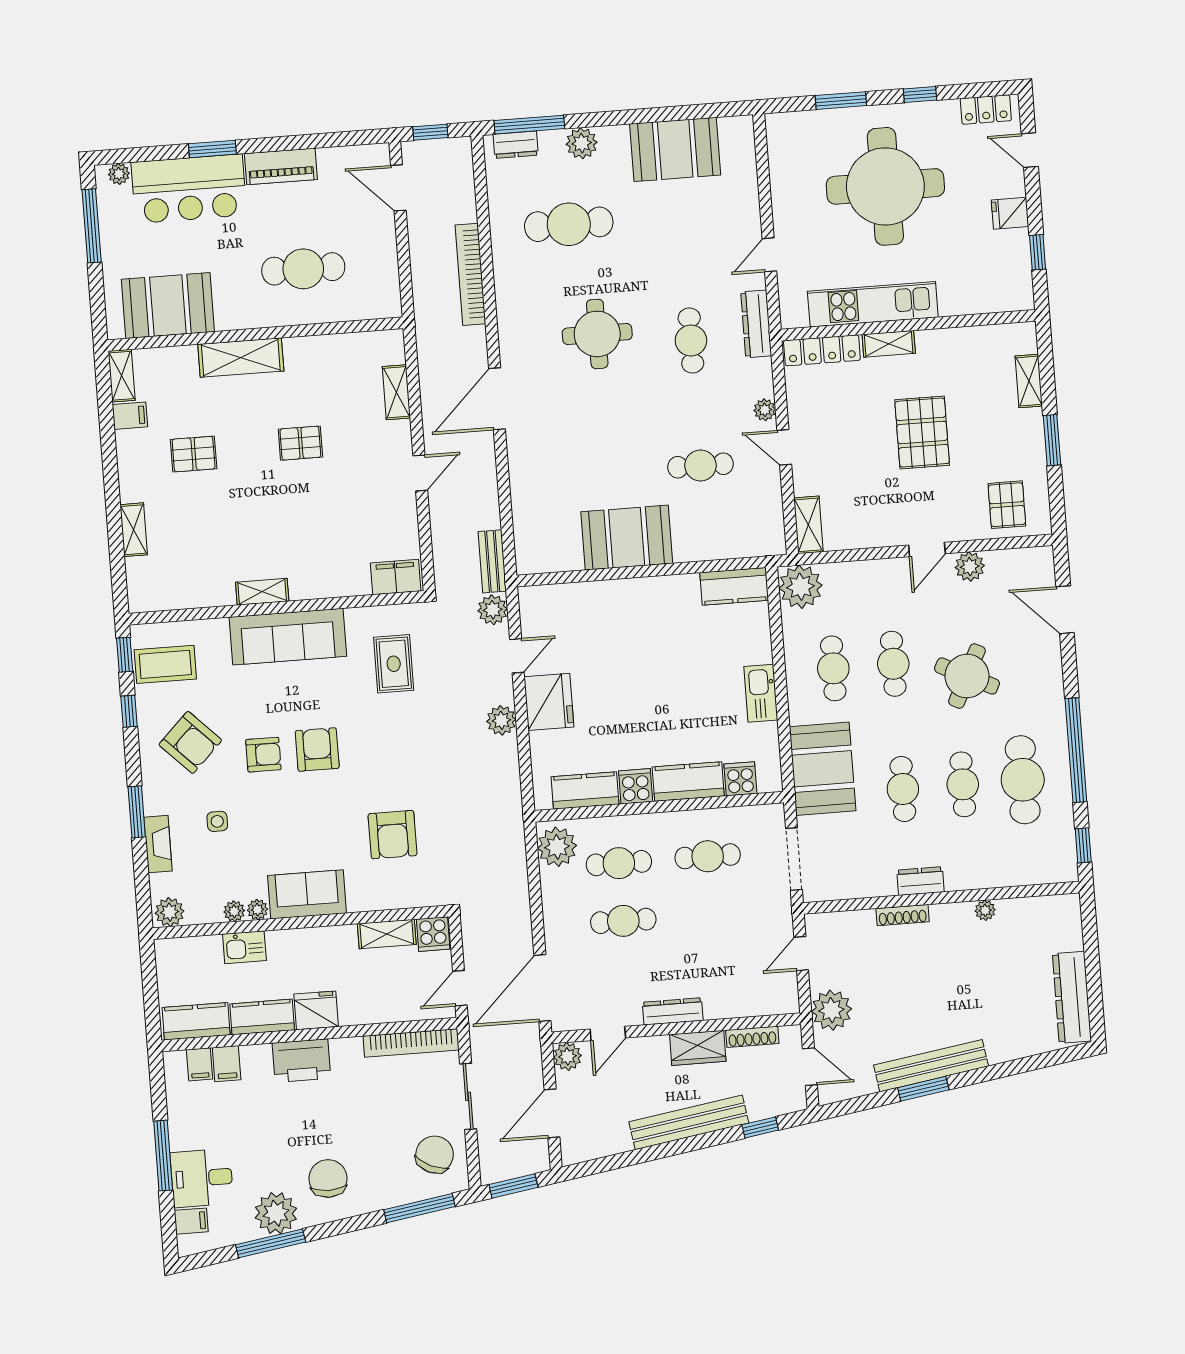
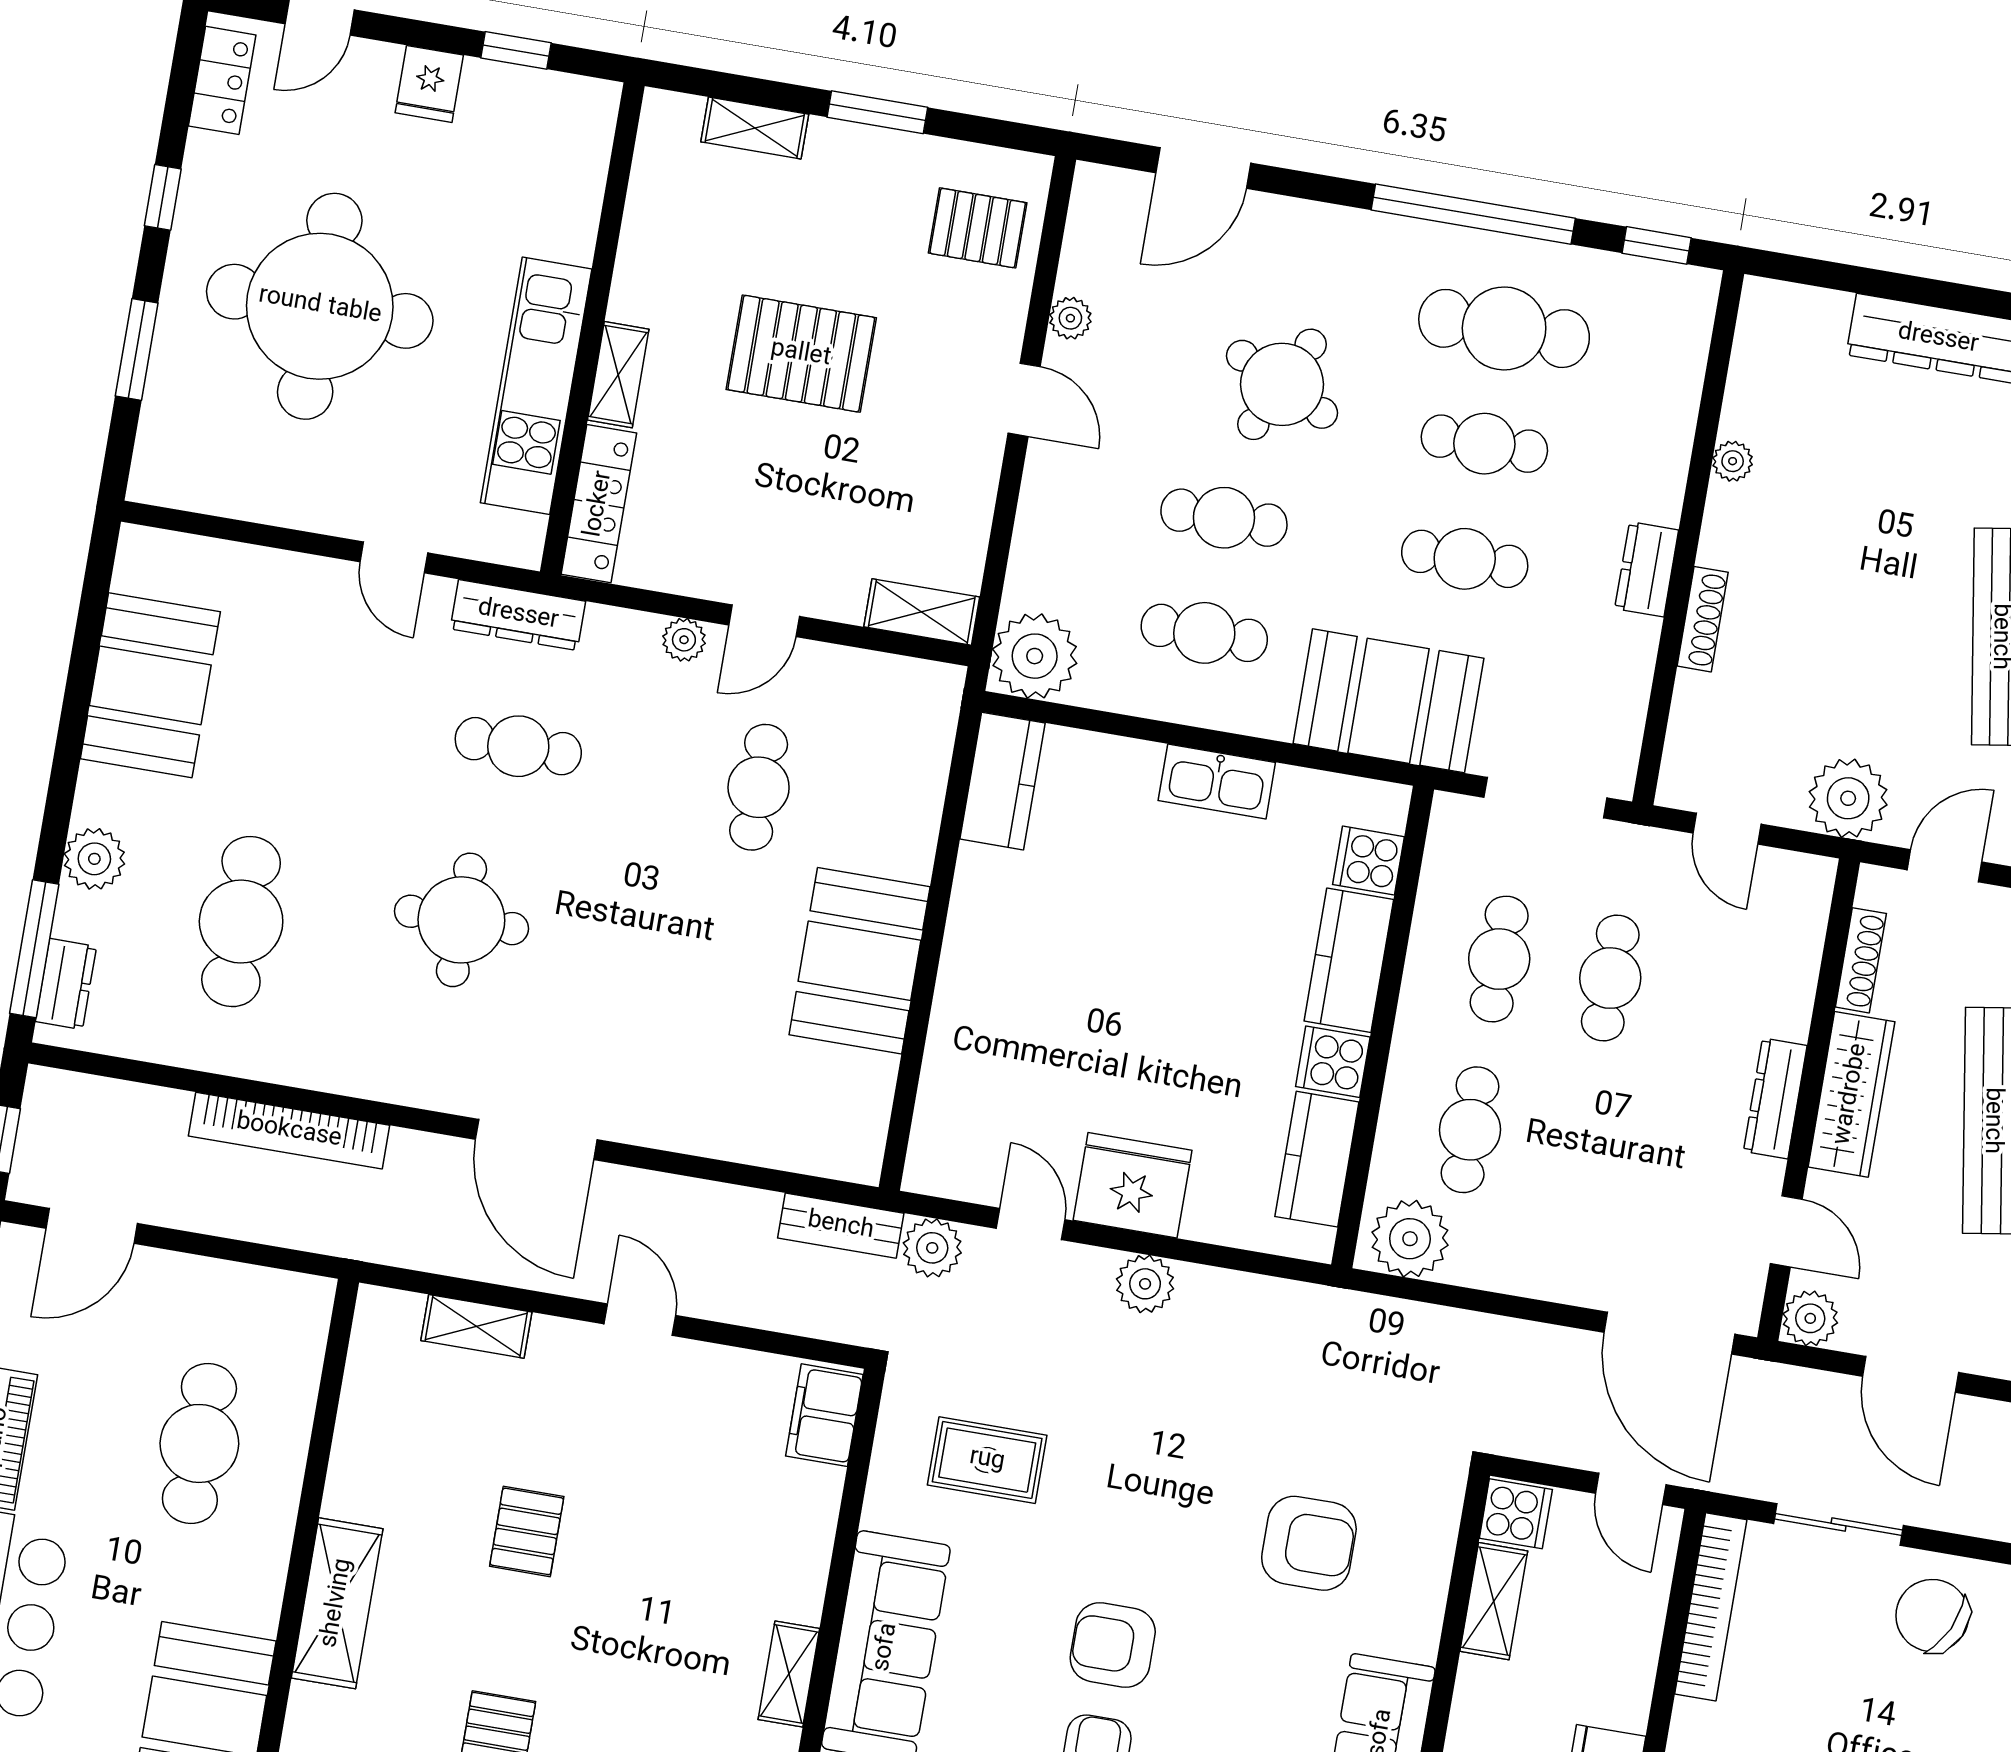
plant: (970, 567) -> (1070, 318), width x0.73, depth x0.73
cafe table: (623, 921) -> (1610, 978), moved
wardrobe: (698, 1048) -> (1851, 1094), width x1.50

